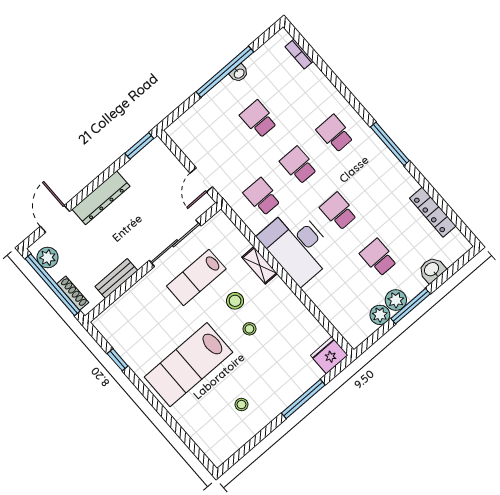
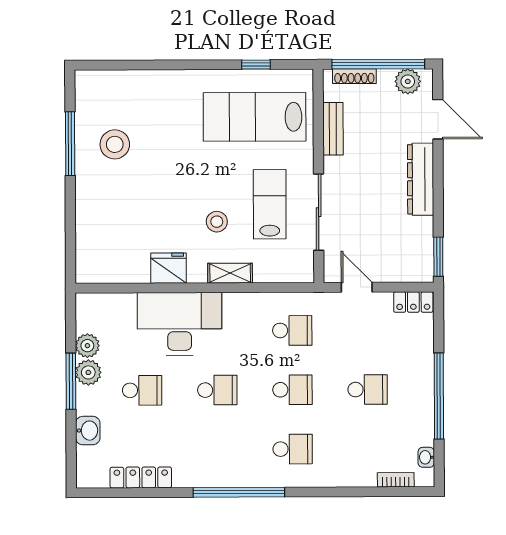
washbasin: (239, 73) -> (426, 457), moved
locker: (180, 137) -> (413, 302), added
window: (390, 144) -> (239, 492), width x1.46
desk: (297, 246) -> (180, 324), moved
stool: (249, 329) -> (179, 213), removed
fridge: (329, 355) -> (169, 268), moved, turned -90
lab bench: (189, 365) -> (255, 117), moved, turned -90
window: (303, 399) -> (70, 144), moved
stool: (241, 405) -> (115, 144), width x1.89, depth x1.89

